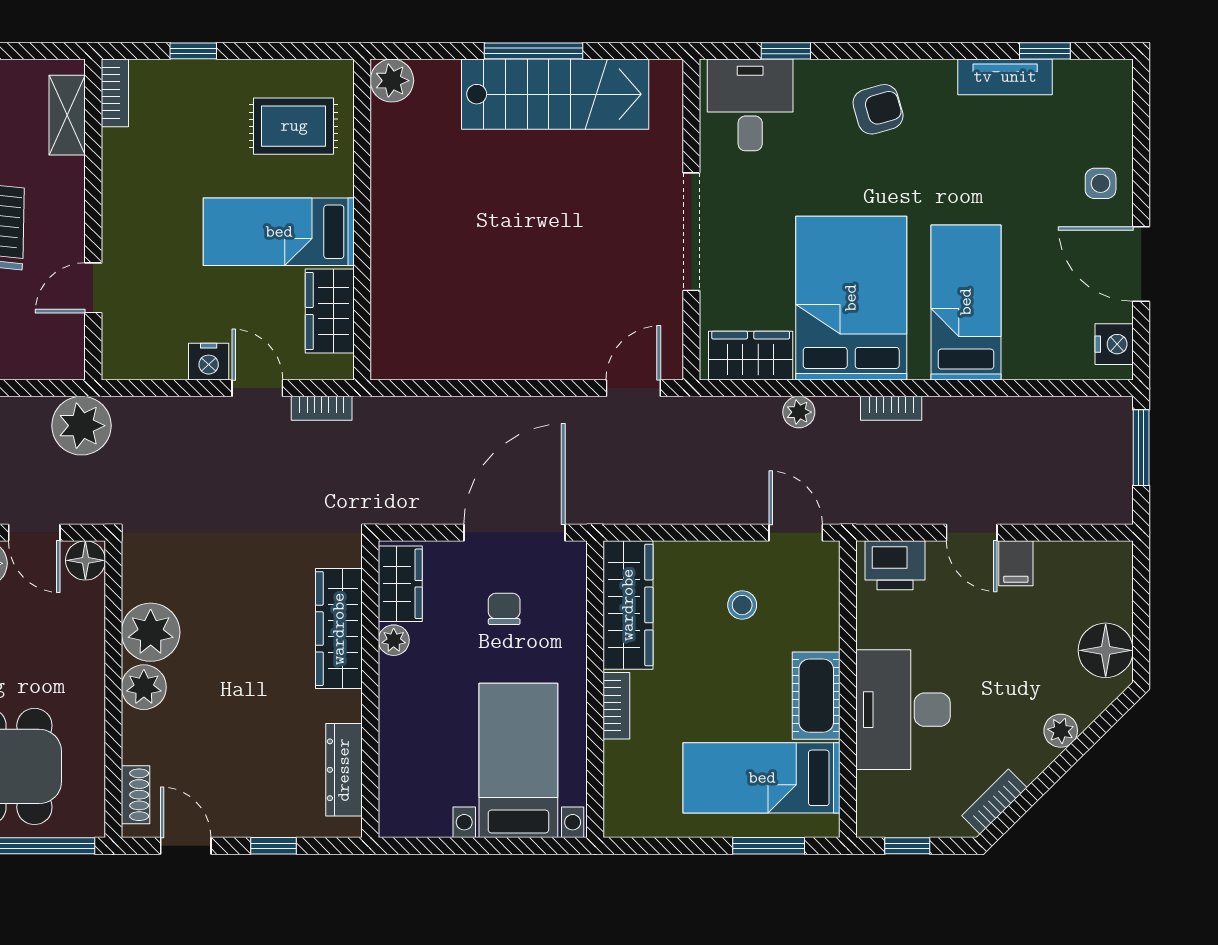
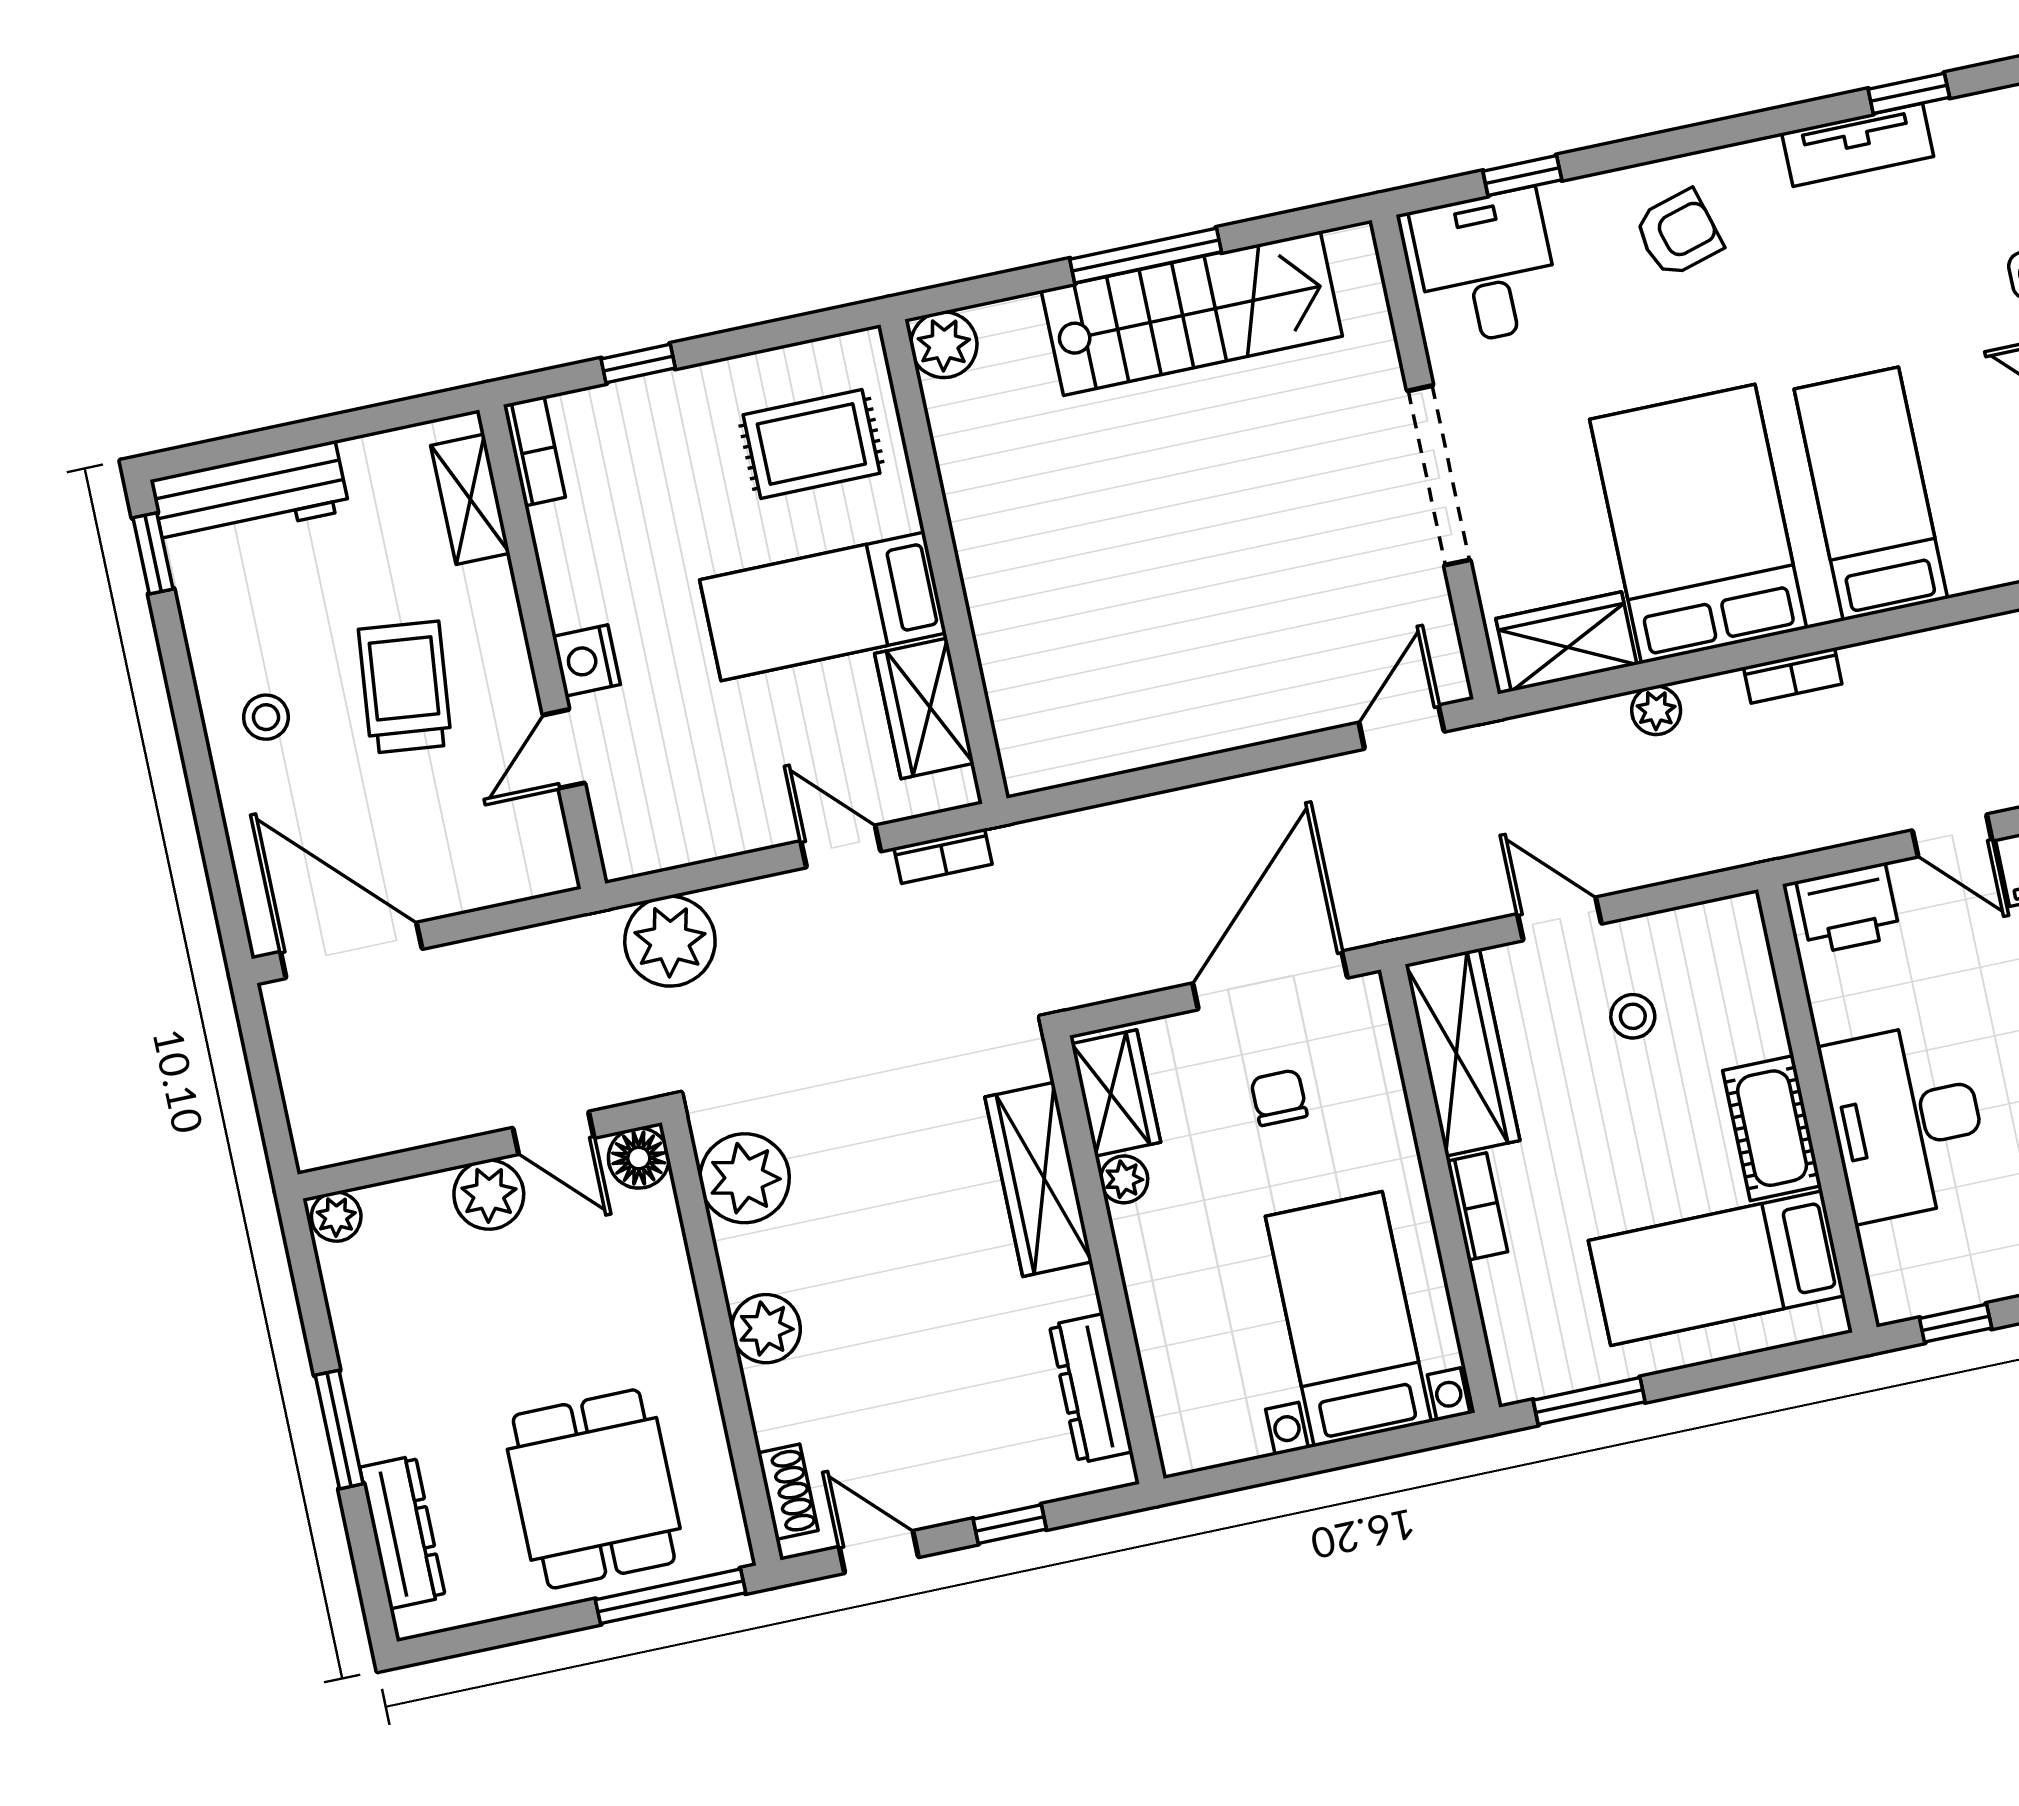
nightstand: (209, 362) -> (586, 660), moved, turned 90
plant: (82, 426) -> (670, 941), moved
door: (796, 533) -> (1560, 919), moved
plant: (151, 632) -> (745, 1178), moved
window: (769, 846) -> (1589, 1401), moved

